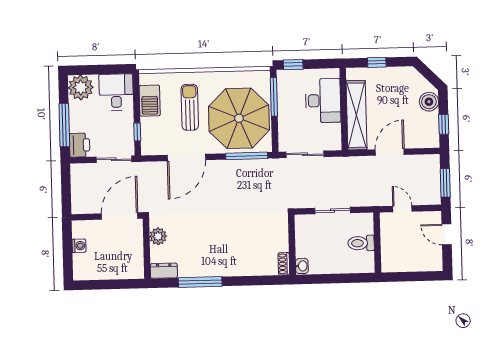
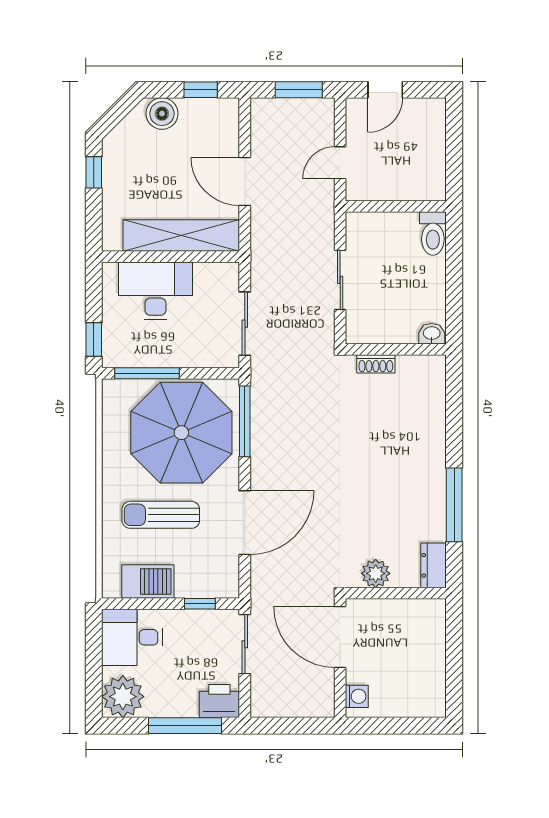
window: (377, 62) -> (94, 172), moved
door: (186, 157) -> (245, 523), hinge flipped
toilet: (361, 243) -> (433, 233), moved
washing machine: (79, 246) -> (357, 696), moved, turned 90
shoe rack: (284, 264) -> (376, 364), moved

